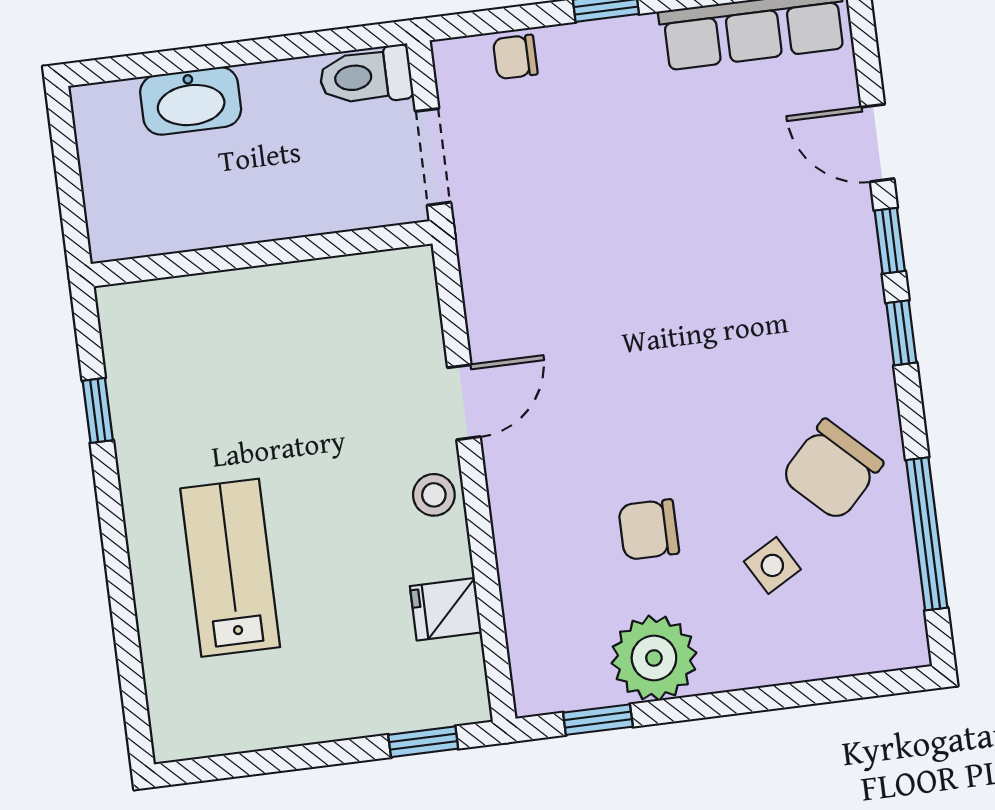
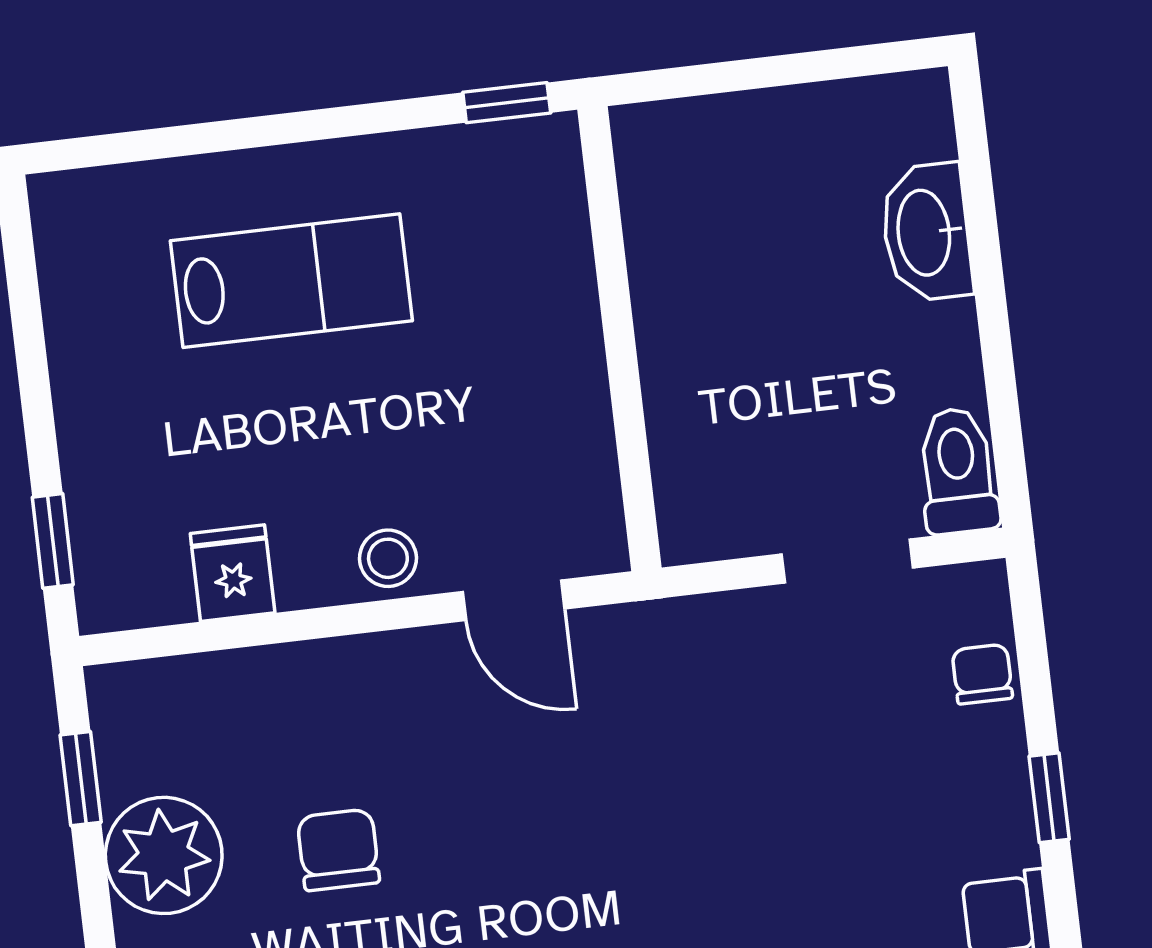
wall: (262, 254) -> (619, 339), moved

